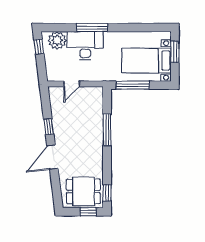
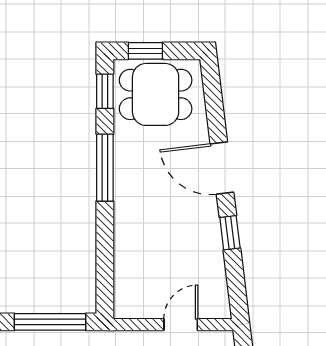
window: (107, 130) -> (105, 168), moved
door: (52, 157) -> (222, 168), swing flipped

